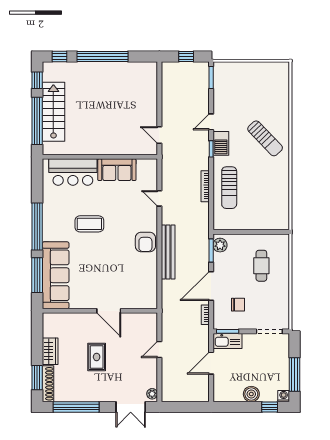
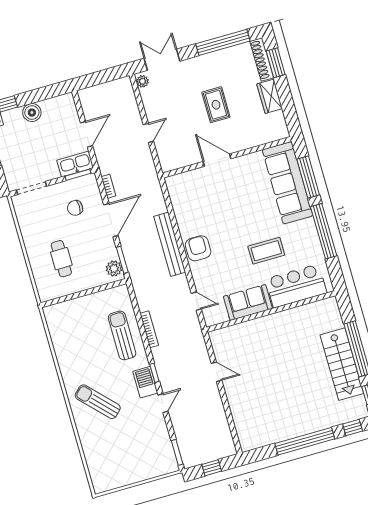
wall: (100, 157) -> (271, 311), moved
sofa: (117, 170) -> (248, 302), moved
bar counter: (73, 172) -> (296, 286), moved

